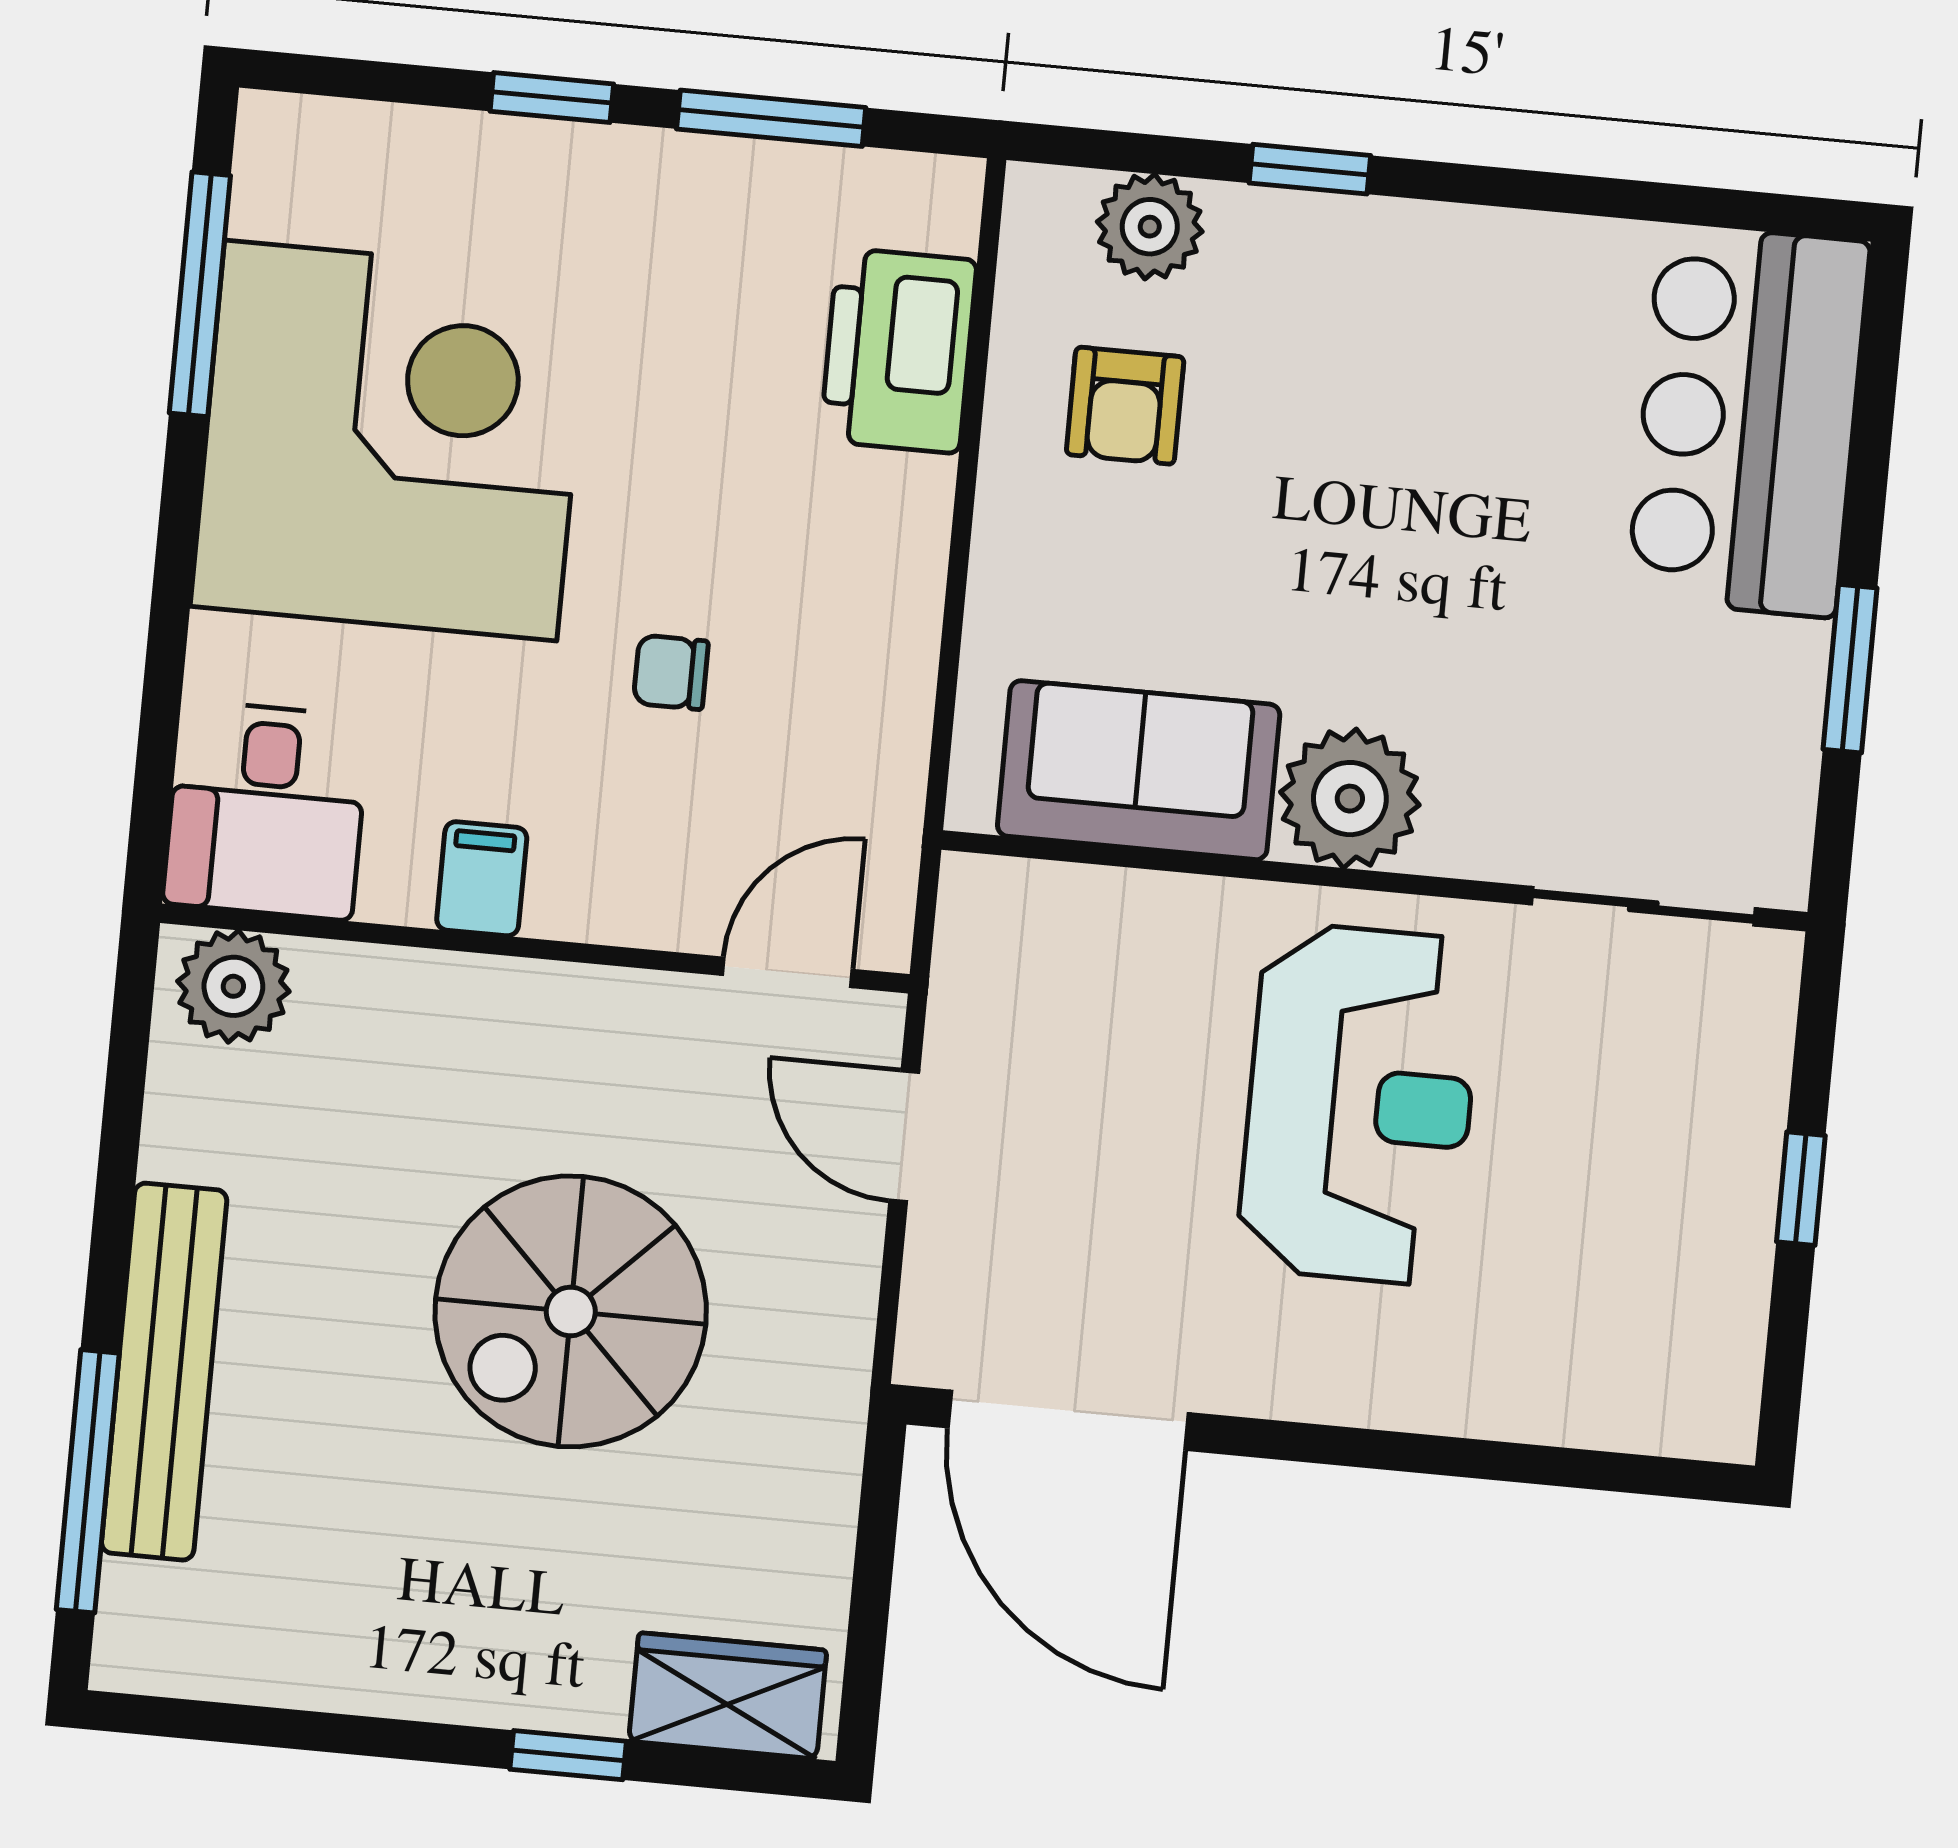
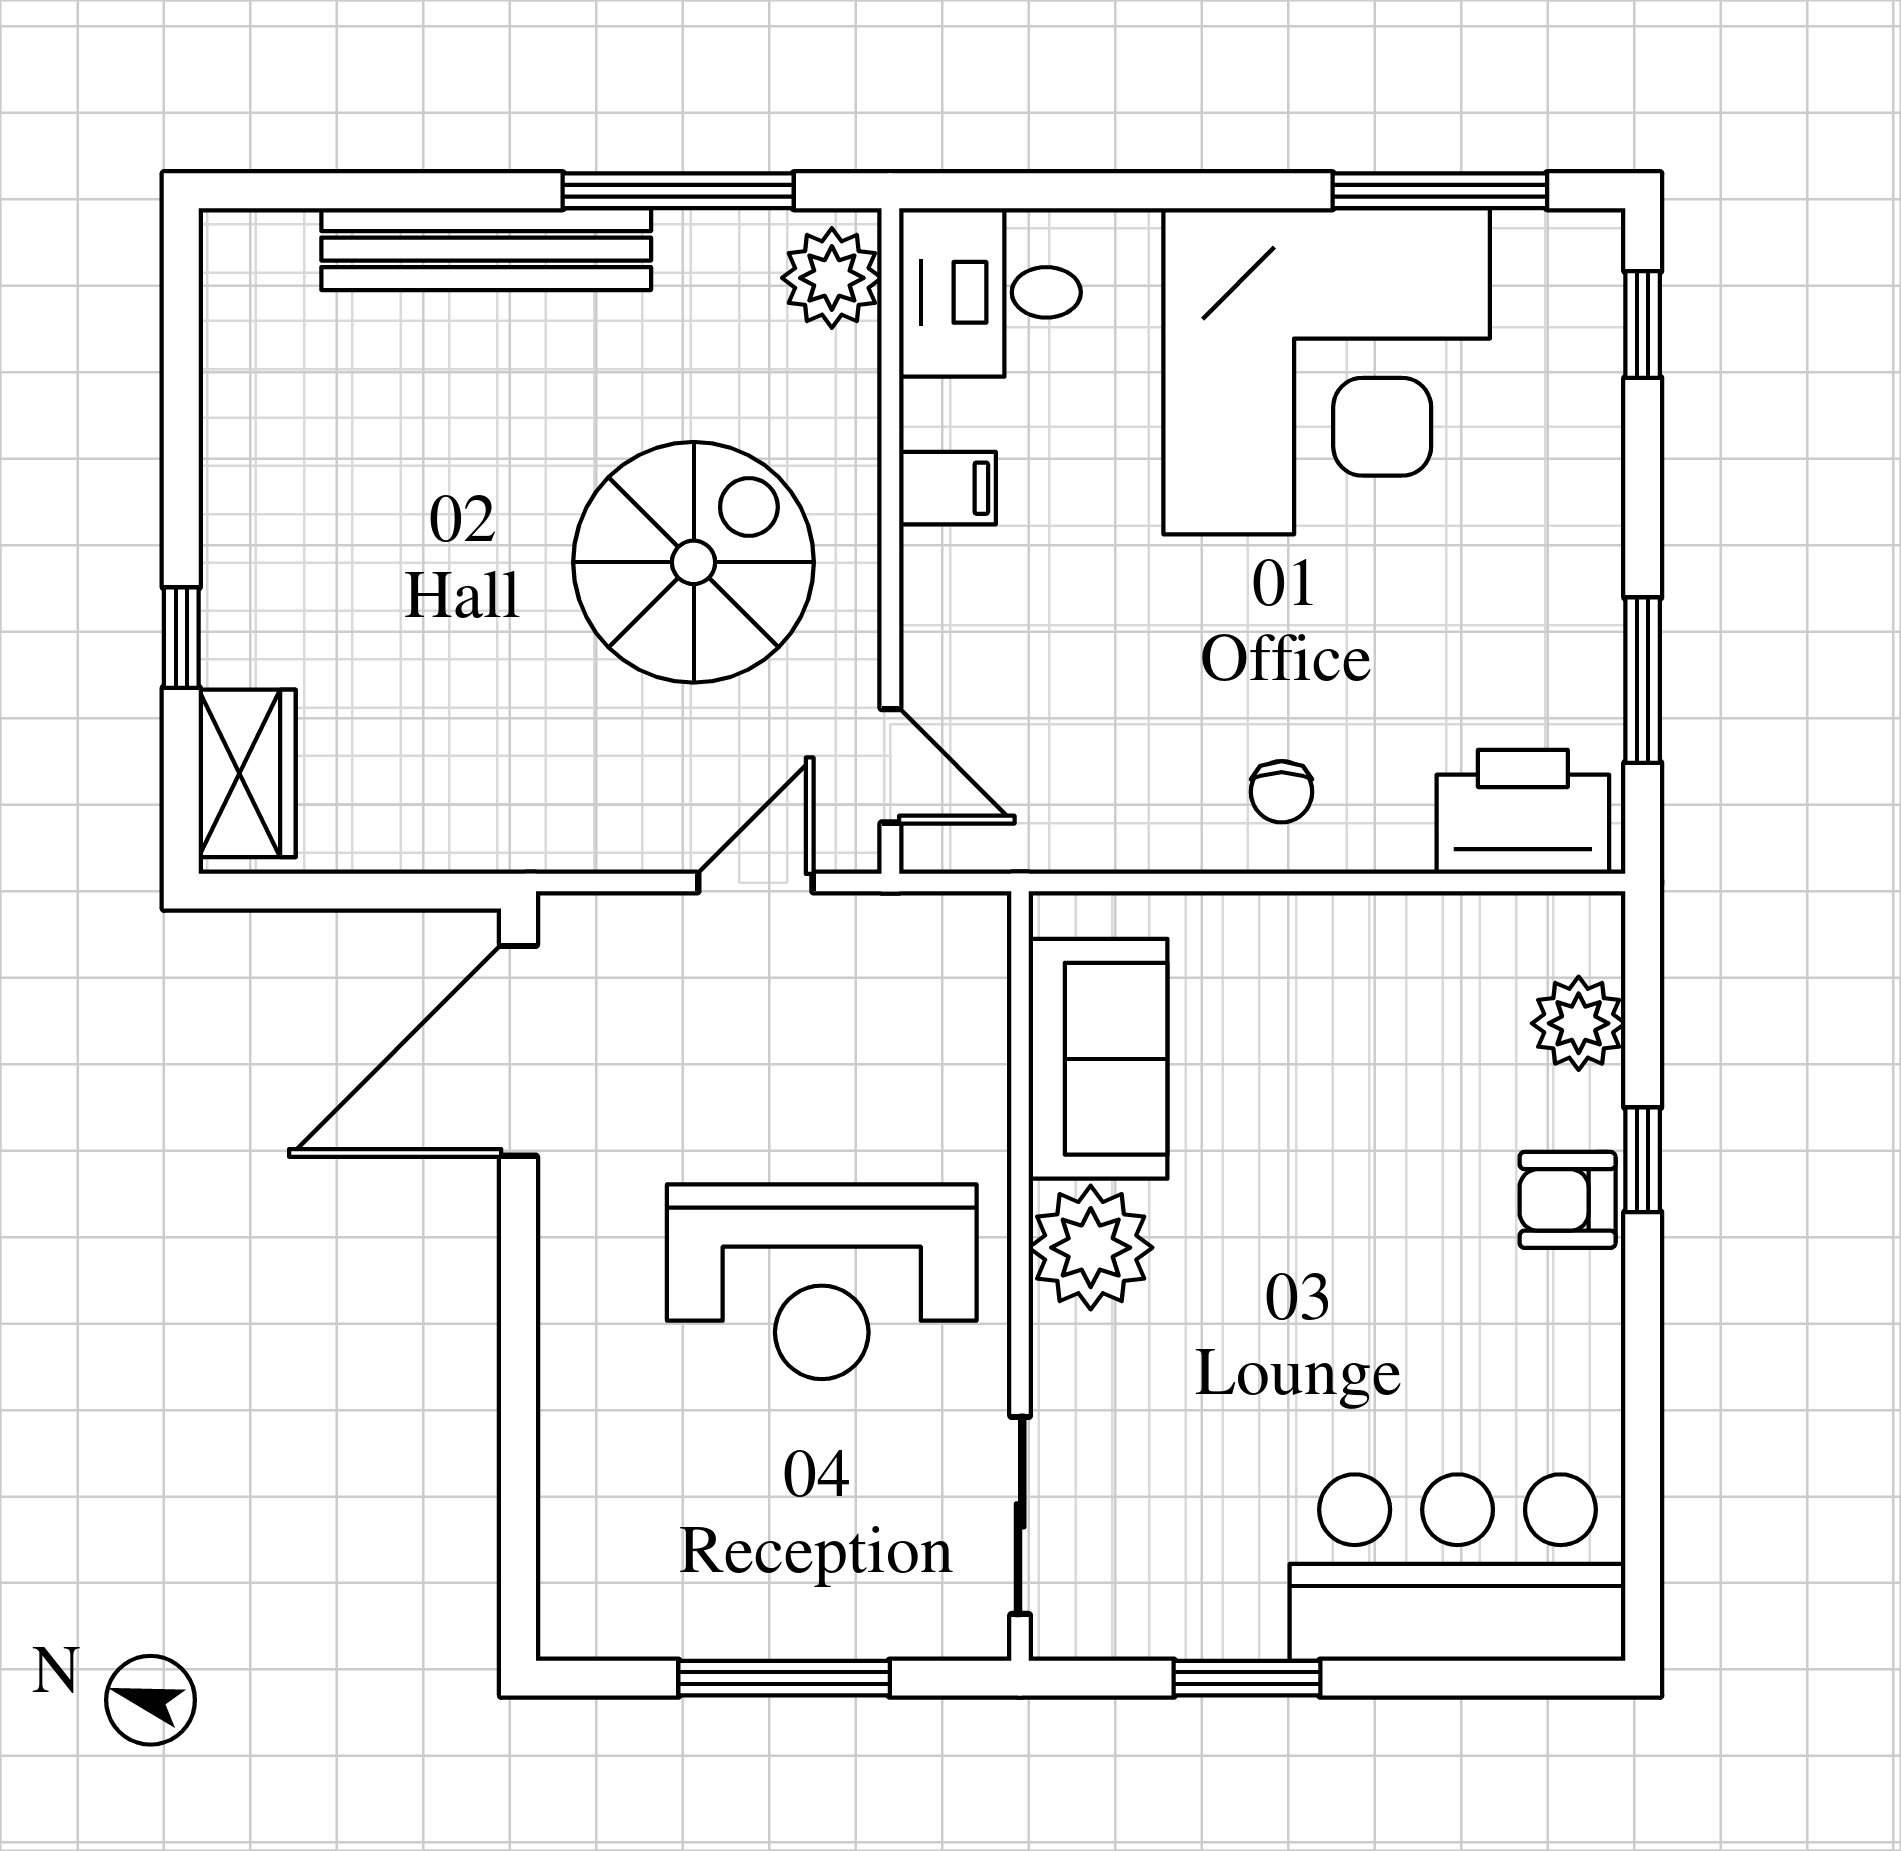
window: (552, 98) -> (1643, 325), moved
printer: (898, 351) -> (1523, 812), moved
armchair: (1125, 406) -> (1568, 1200), moved
chair: (671, 672) -> (1282, 792), moved, turned 180
window: (1801, 1189) -> (784, 1678), width x2.17
spiral stairs: (571, 1311) -> (694, 562), moved, turned 90
window: (88, 1481) -> (678, 191), moved

